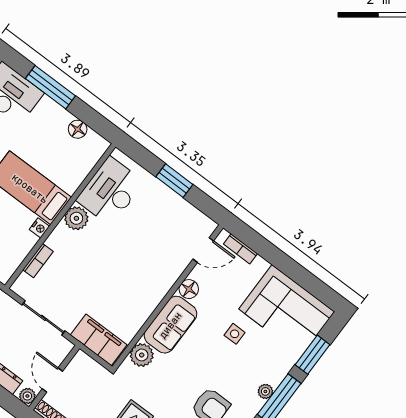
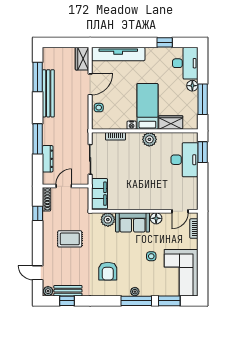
window: (50, 87) -> (203, 99), moved
floor lamp: (78, 129) -> (192, 86), moved
wardrobe: (75, 173) -> (171, 123), added
window: (174, 181) -> (203, 152), moved
desk: (110, 191) -> (184, 160), moved, turned 90
door: (203, 250) -> (180, 211), hinge flipped
plant: (27, 396) -> (47, 180), removed

